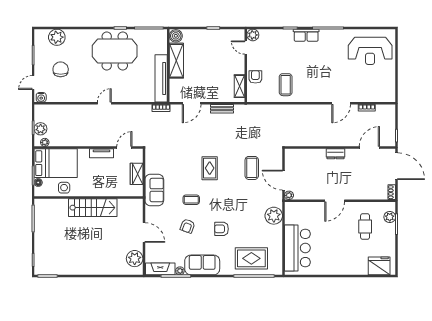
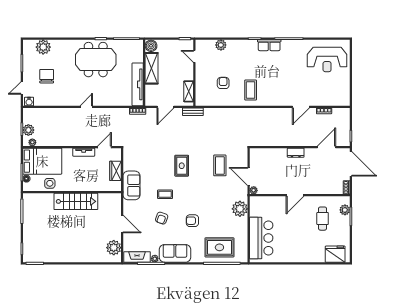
door: (246, 48) -> (194, 56), moved
wall: (246, 66) -> (194, 73), moved
shelving: (240, 86) -> (189, 91), moved

